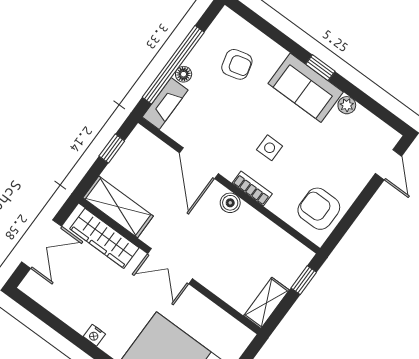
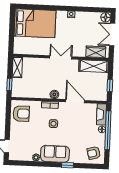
armchair: (237, 64) -> (94, 153), moved
window: (320, 68) -> (67, 165), moved
wardrobe: (104, 238) -> (96, 52), width x0.67
floor lamp: (32, 285) -> (106, 17), added

